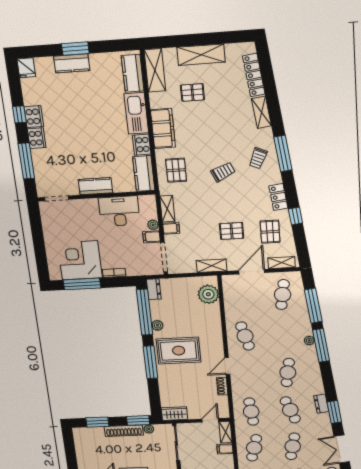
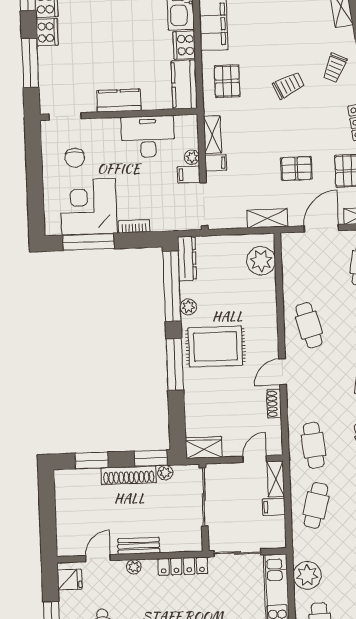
chair: (66, 227) -> (75, 158), added
dresser: (154, 289) -> (187, 258), width x1.44

